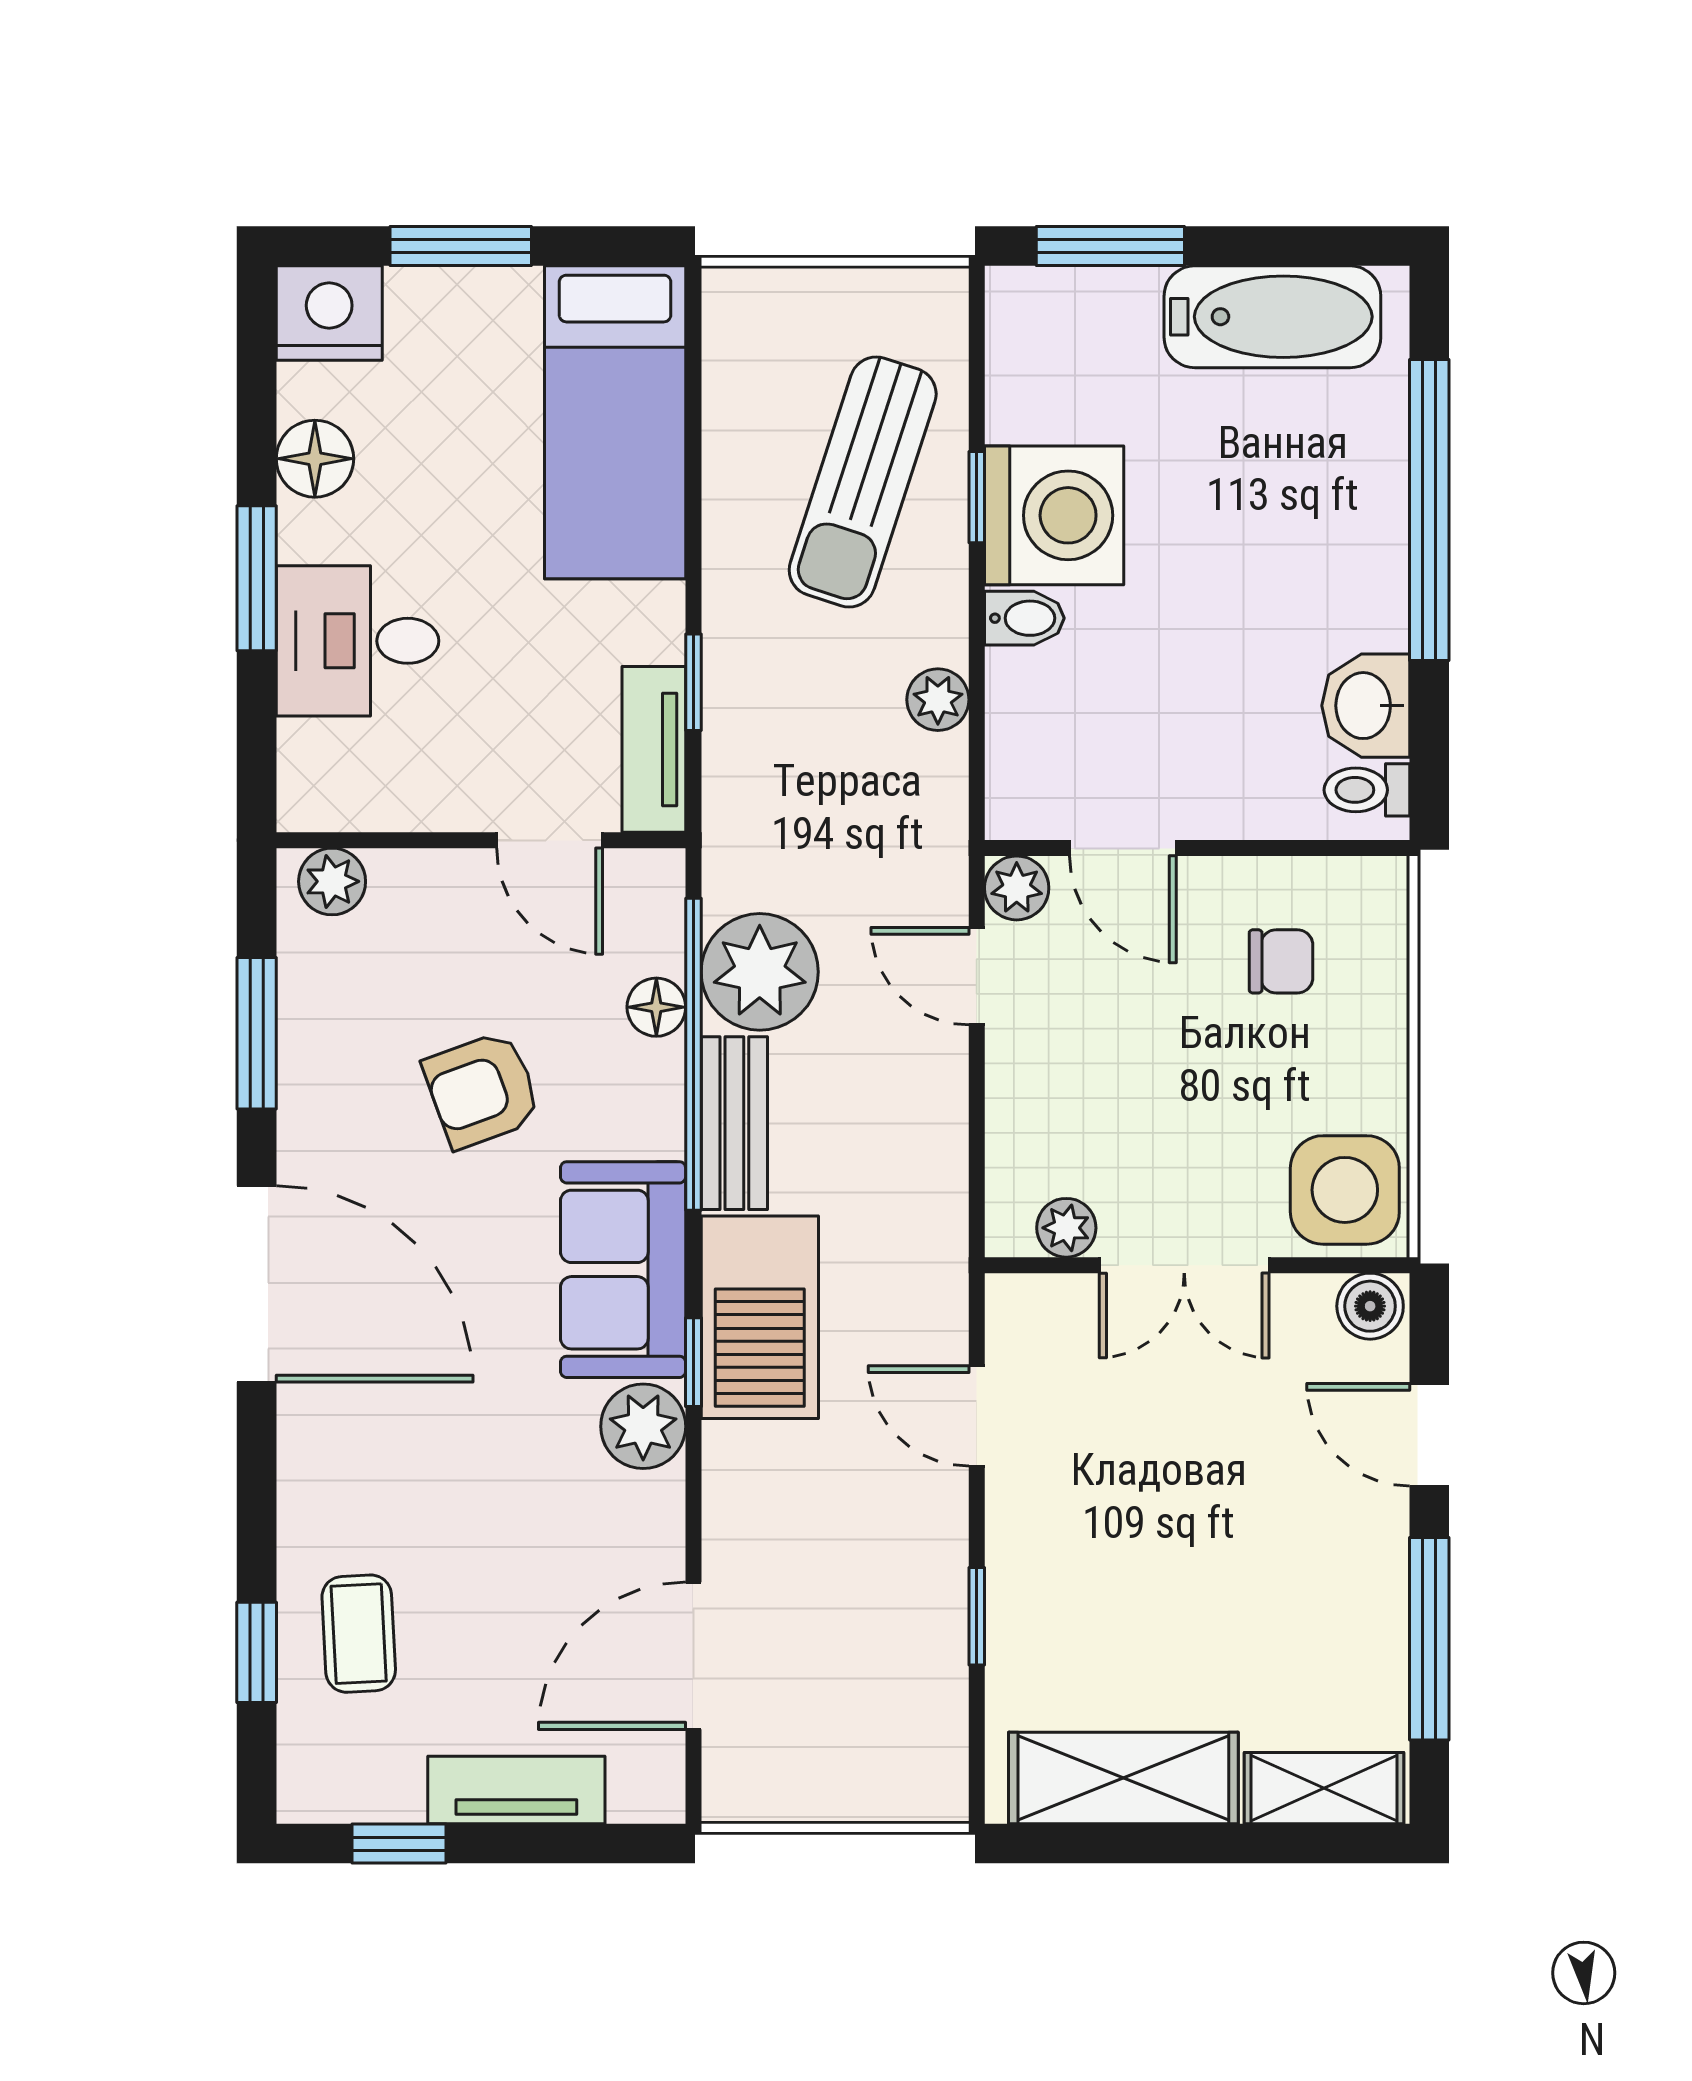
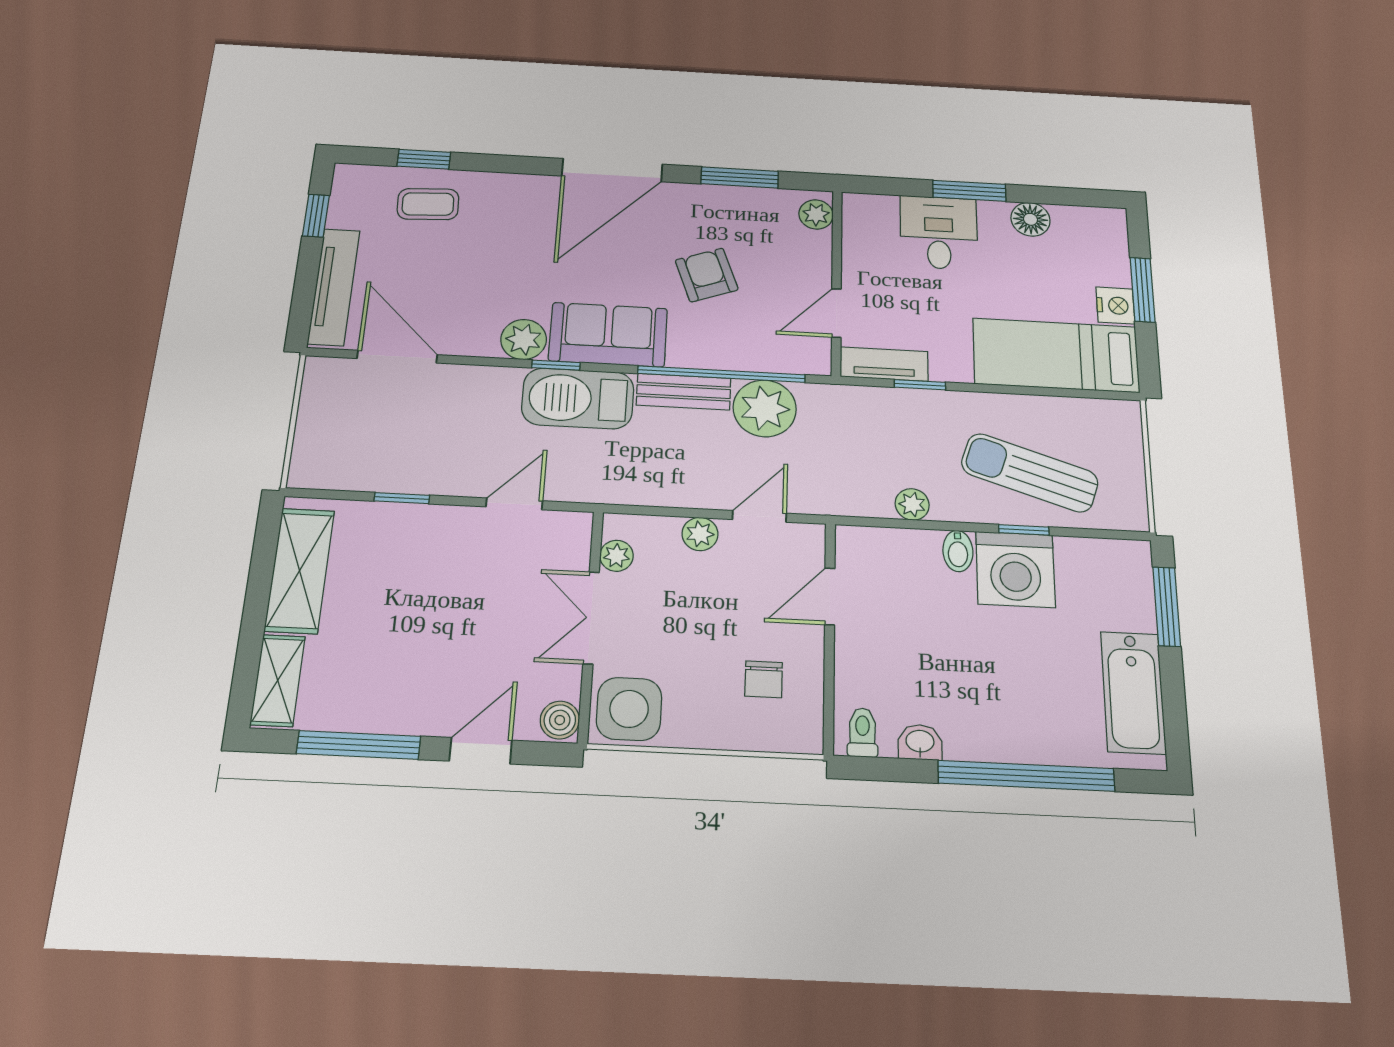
nightstand: (329, 313) -> (1115, 306), moved, width x0.74, depth x0.75
washbasin: (1366, 706) -> (920, 742), width x0.72, depth x0.69
plant: (1017, 888) -> (700, 534), moved
floor lamp: (656, 1007) -> (747, 358), removed
tv unit: (516, 1790) -> (334, 287), width x1.41

